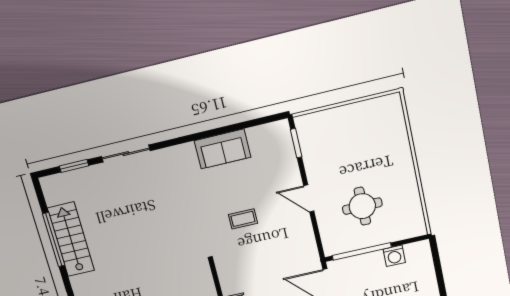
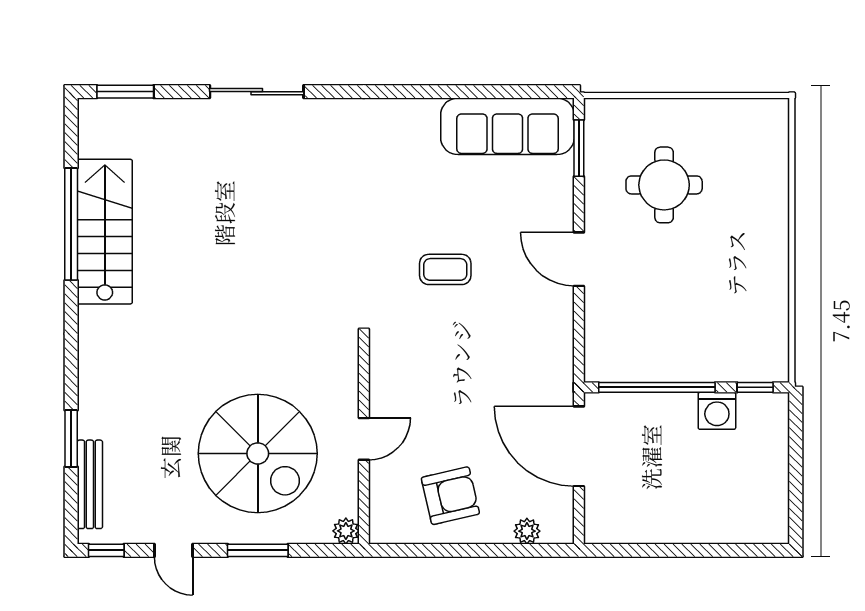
sofa: (223, 149) -> (507, 126), moved, width x1.36
window: (74, 166) -> (125, 92), moved
round table: (362, 206) -> (664, 185), moved
window: (411, 240) -> (755, 387), added

